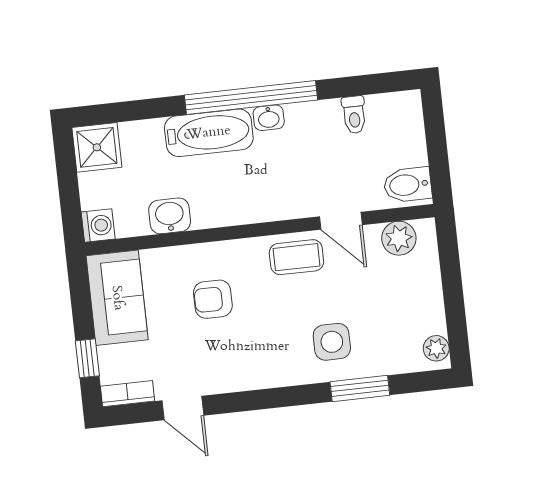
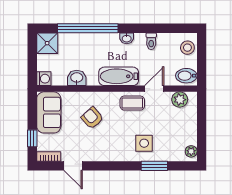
window: (251, 98) -> (88, 28), moved
toilet: (354, 115) -> (151, 41), moved
stool: (403, 123) -> (187, 48), added
bathtub: (209, 133) -> (119, 76), moved, turned 180
door: (341, 221) -> (154, 89), swing flipped
armchair: (213, 299) -> (92, 118), turned 48

